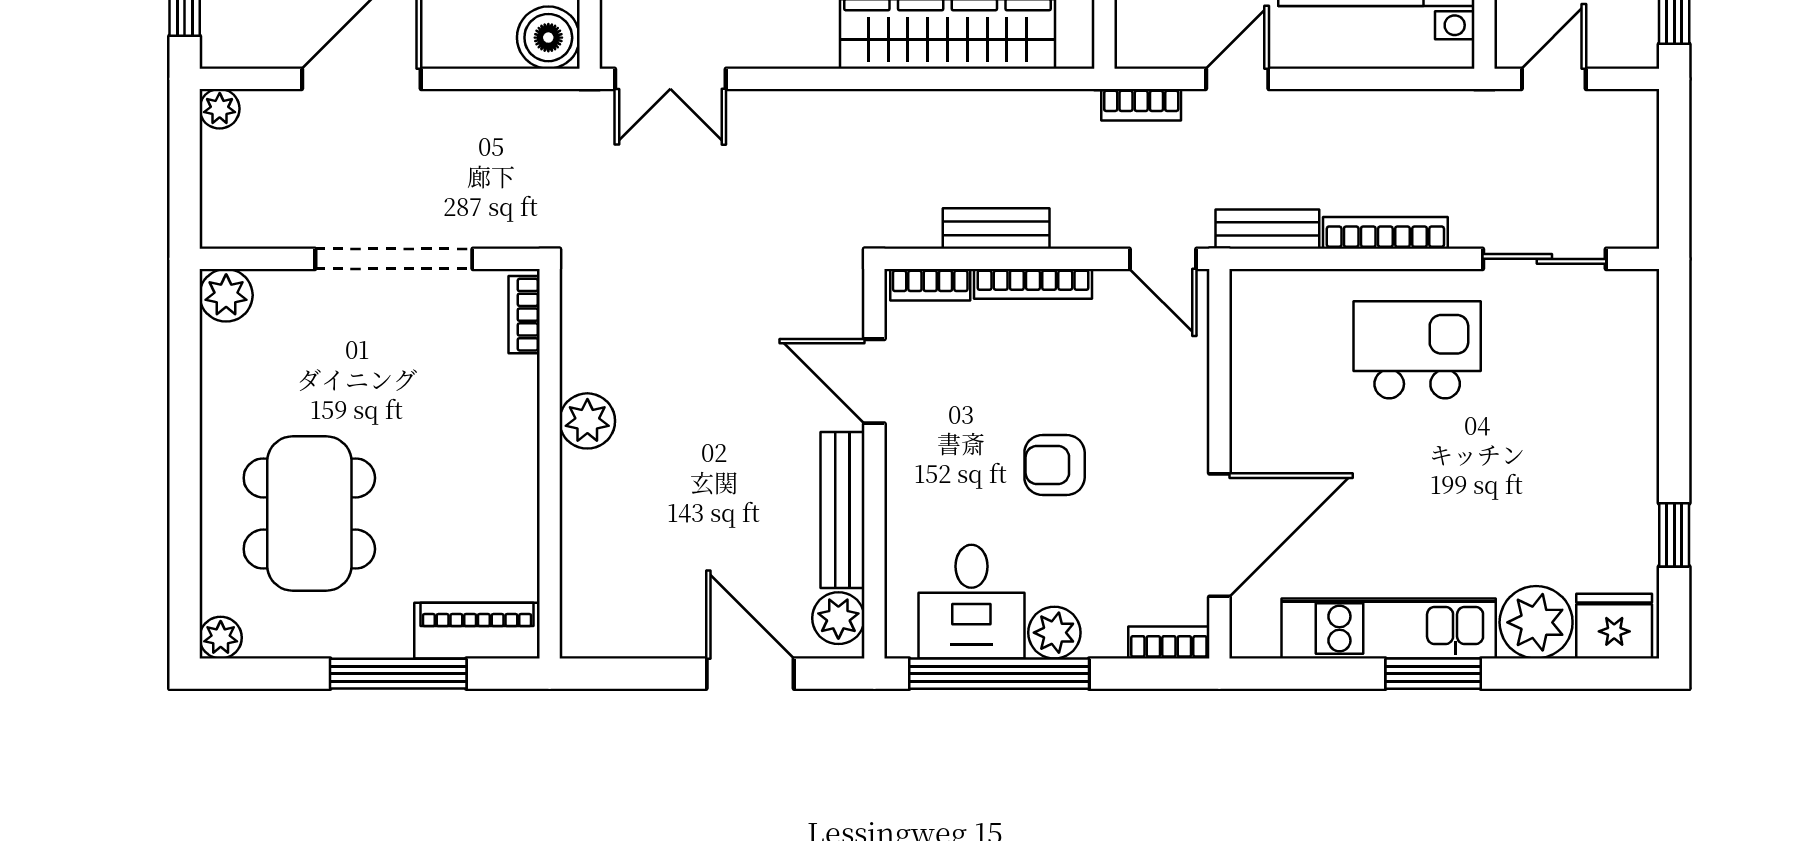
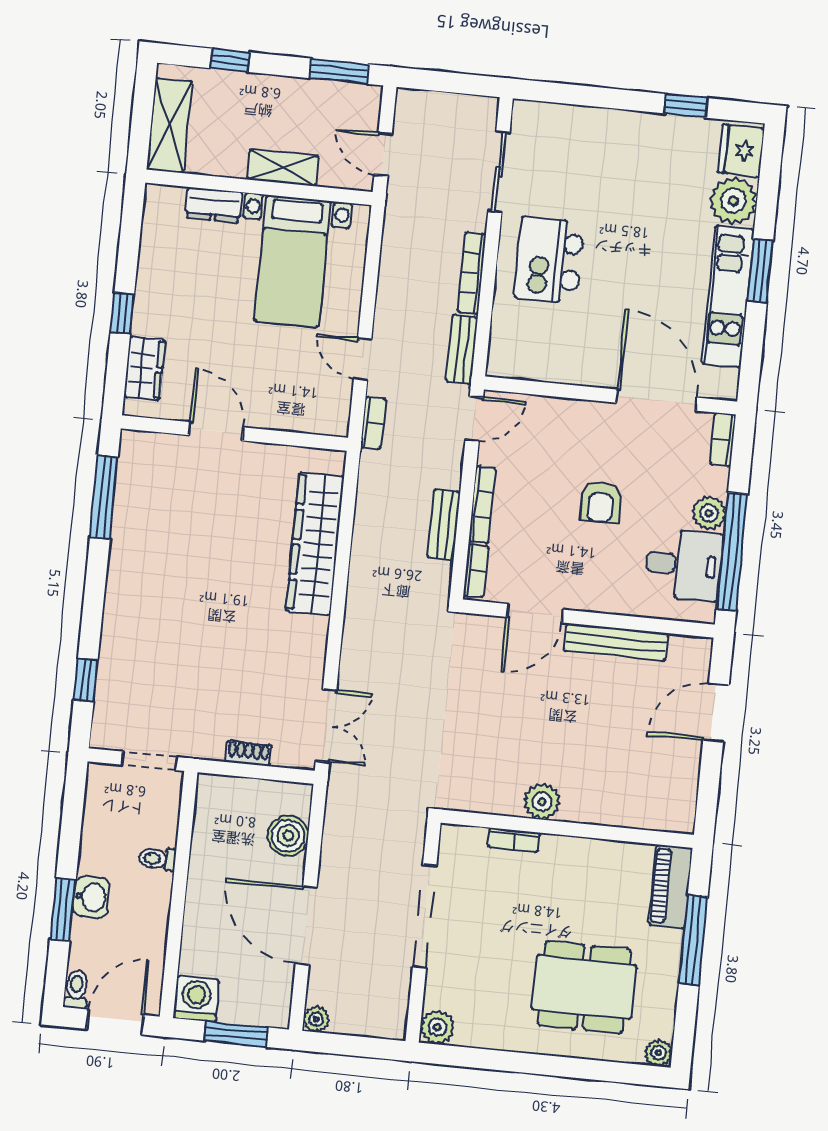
boiler: (548, 38) -> (288, 836), moved
bookcase: (524, 315) -> (514, 840), moved
plant: (838, 618) -> (686, 652), removed

